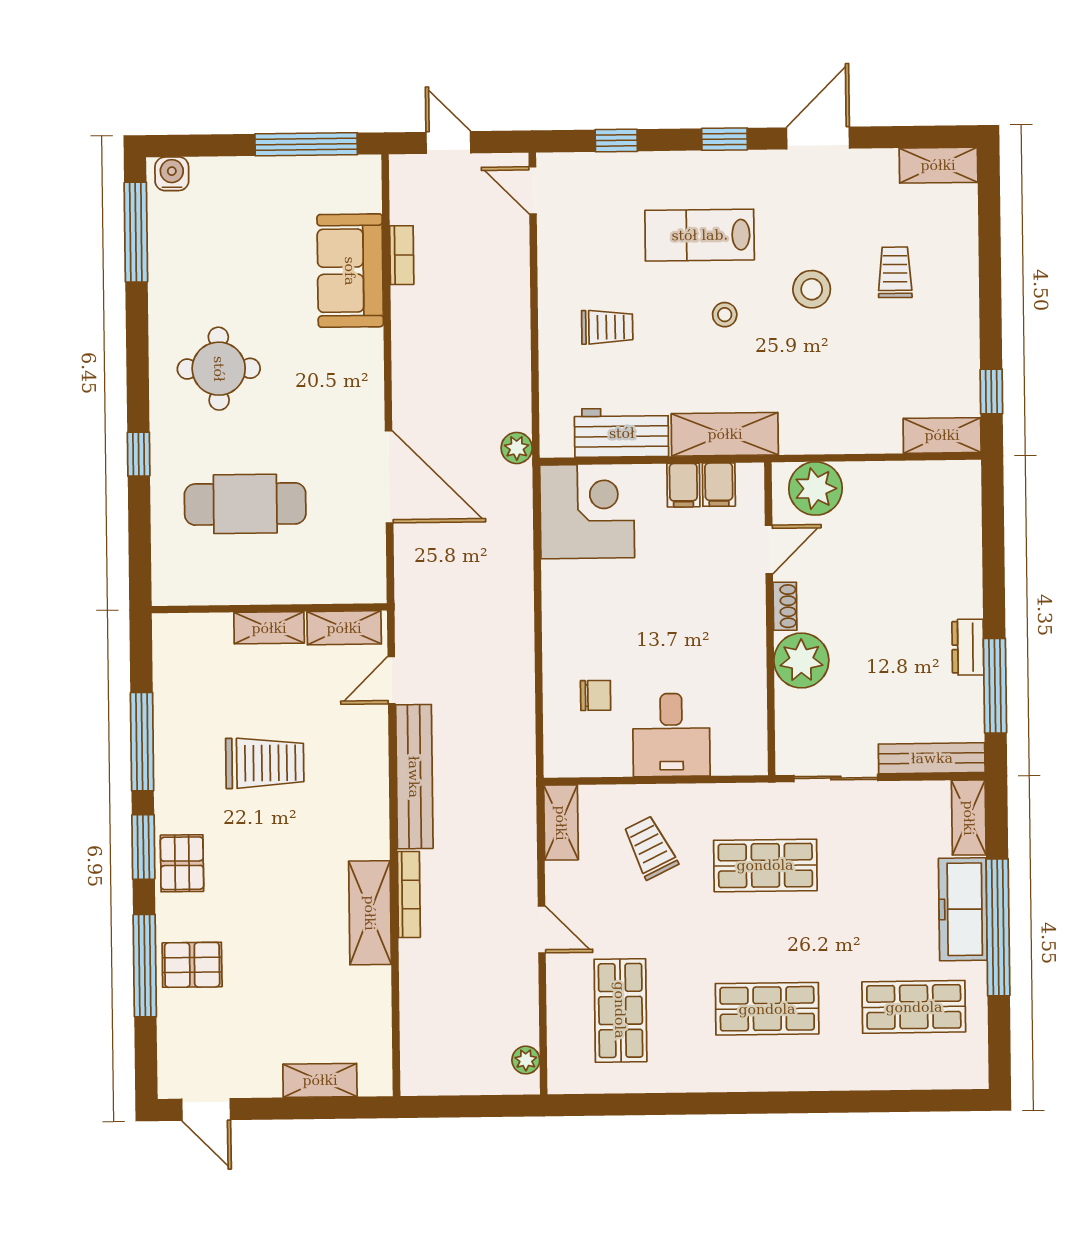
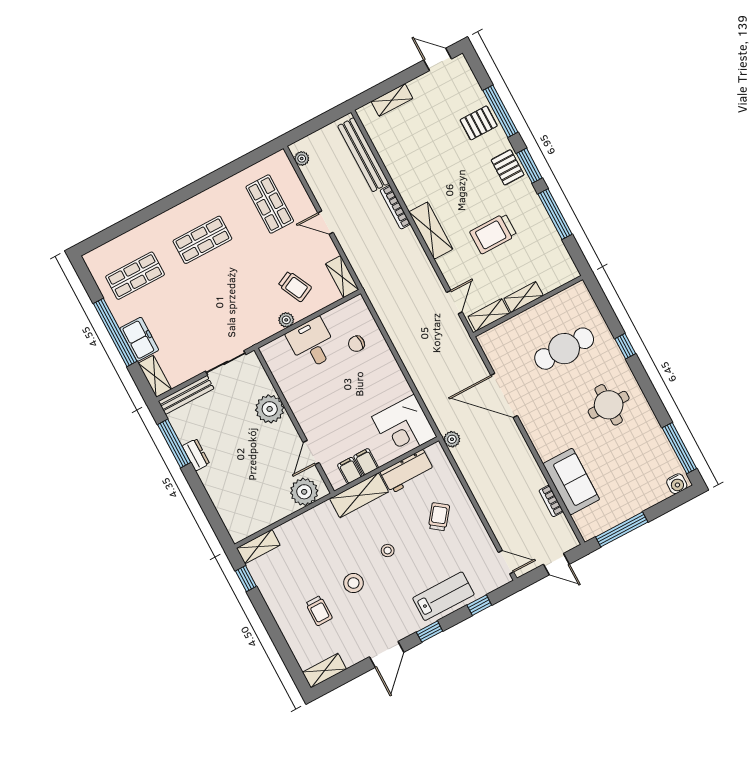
lab bench: (700, 235) -> (443, 596), moved
trolley: (607, 327) -> (439, 517), turned 127
shoe rack: (785, 606) -> (290, 430), removed
bench: (414, 777) -> (363, 155), moved
plant: (695, 798) -> (286, 320), added
shop shelf: (765, 865) -> (237, 306), removed
freezer: (963, 909) -> (139, 339), width x0.71
shelving: (370, 913) -> (431, 231), moved

